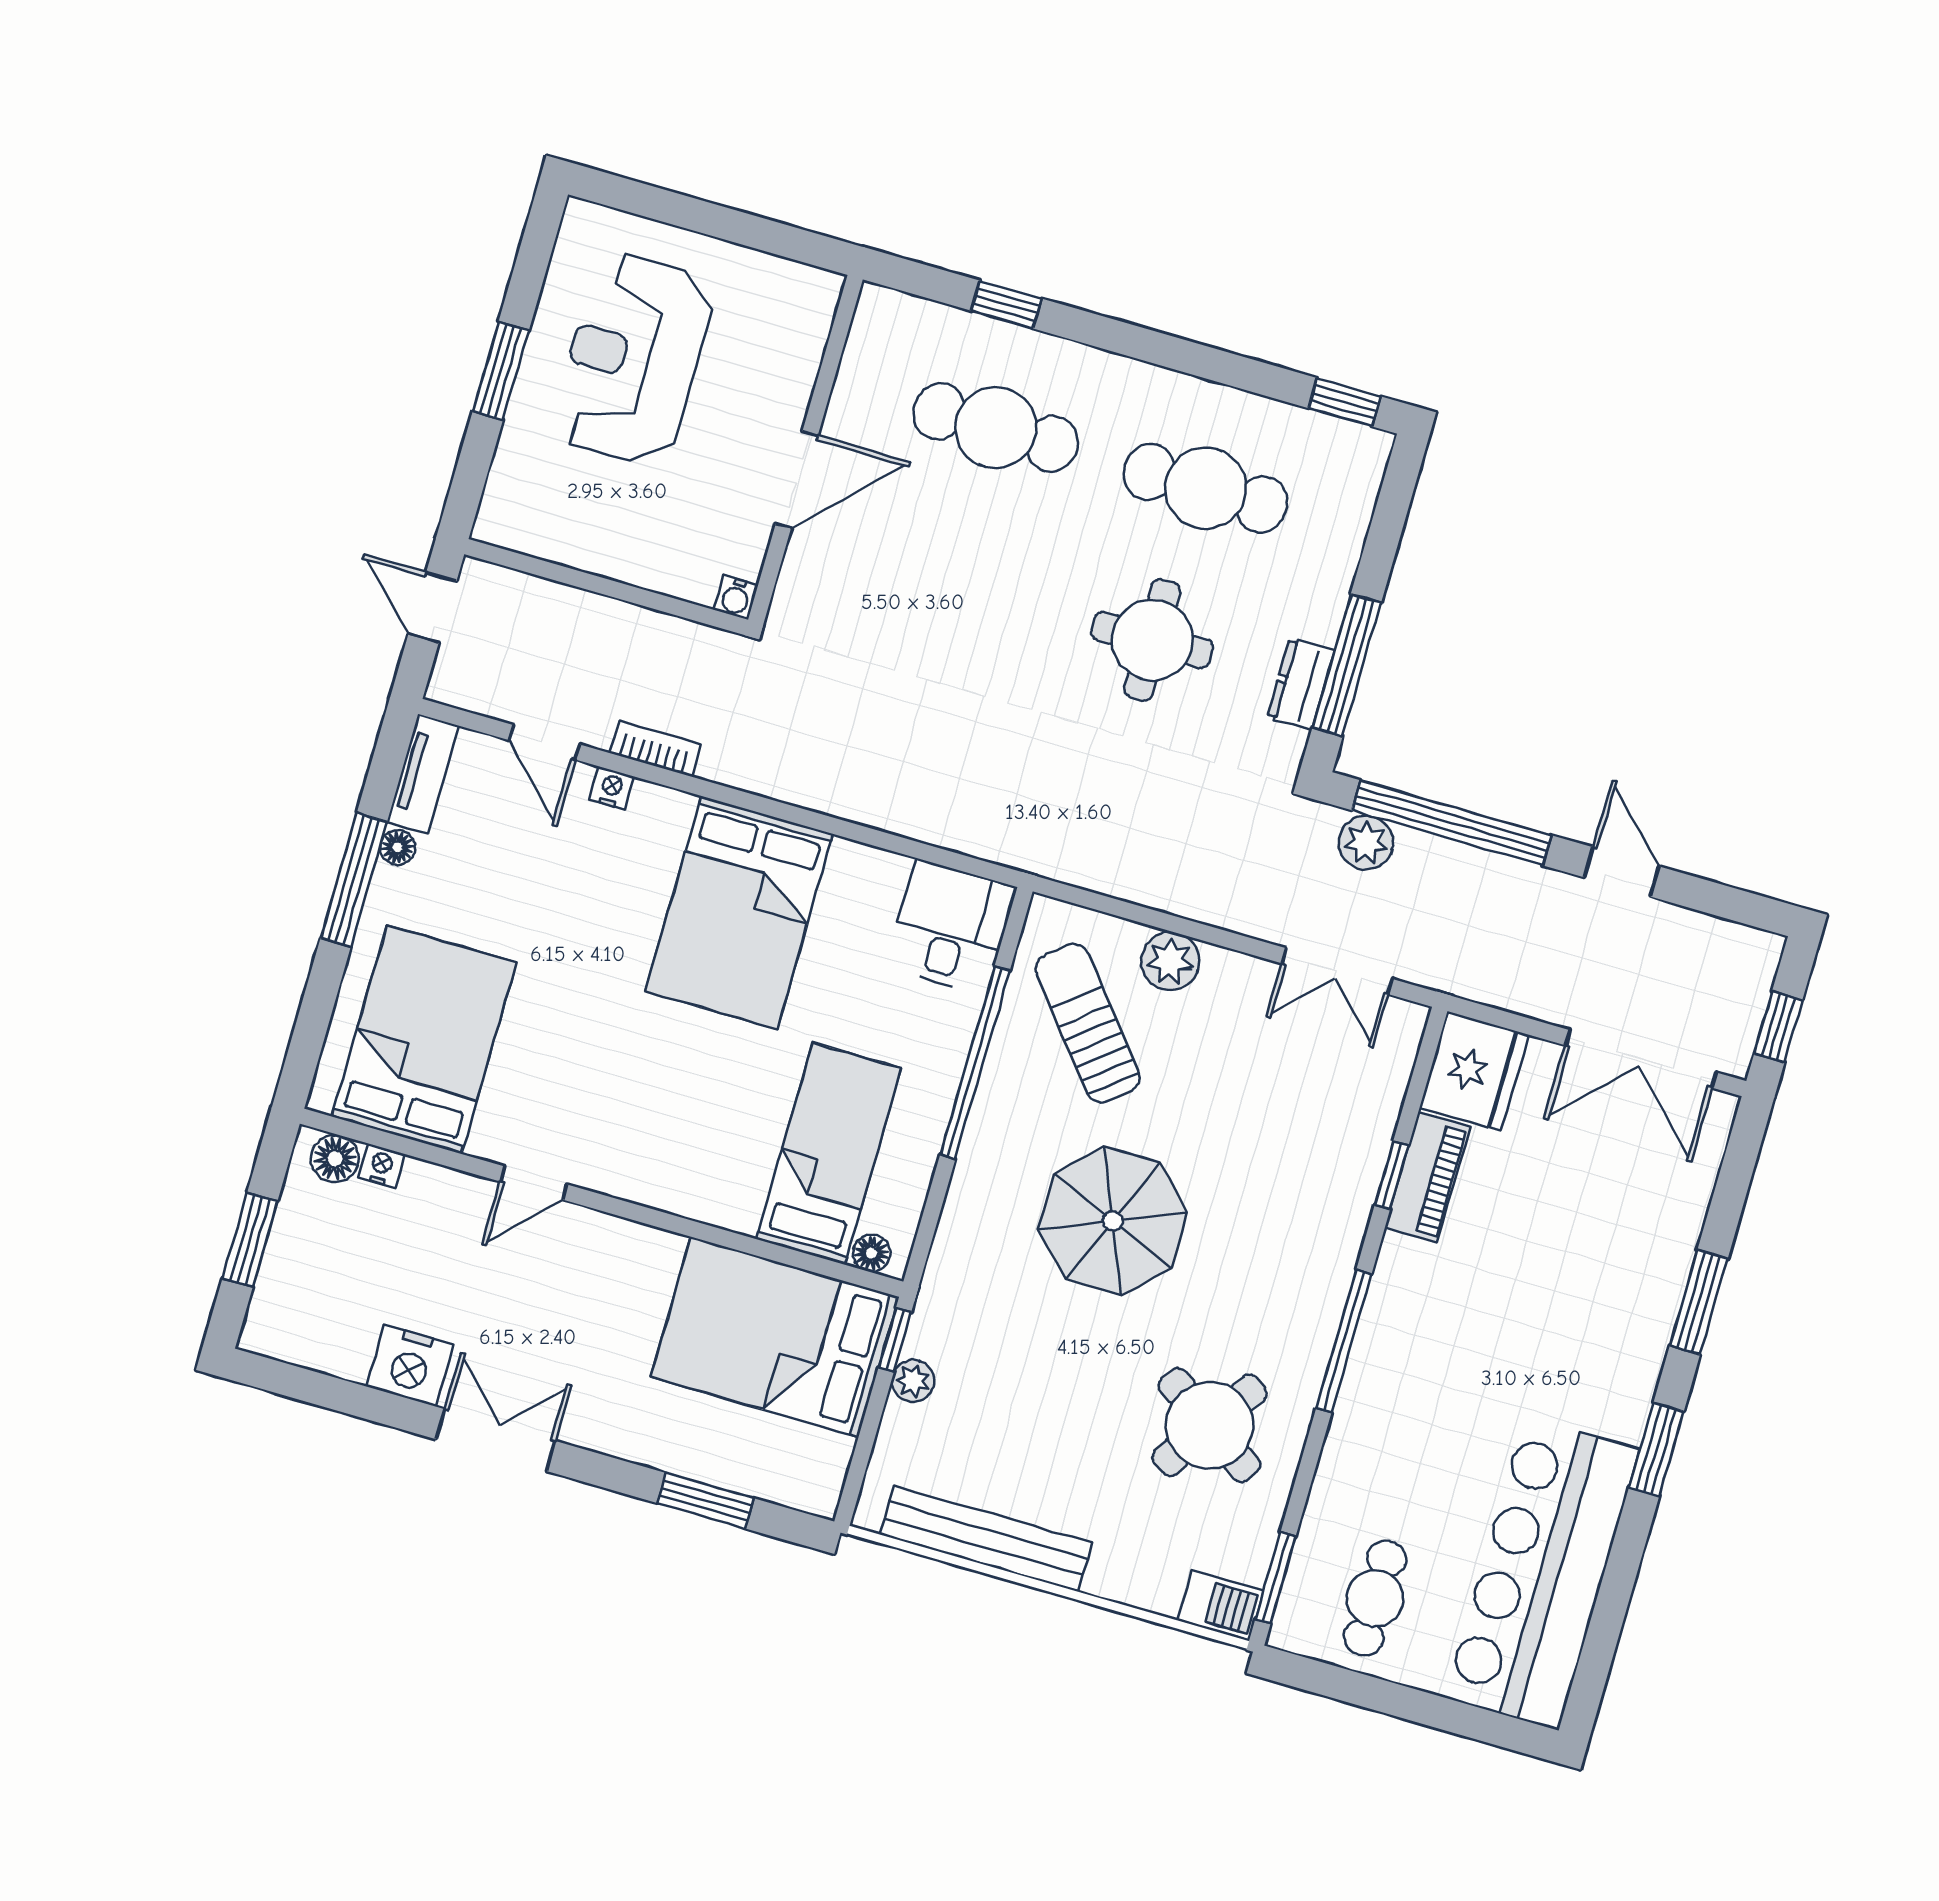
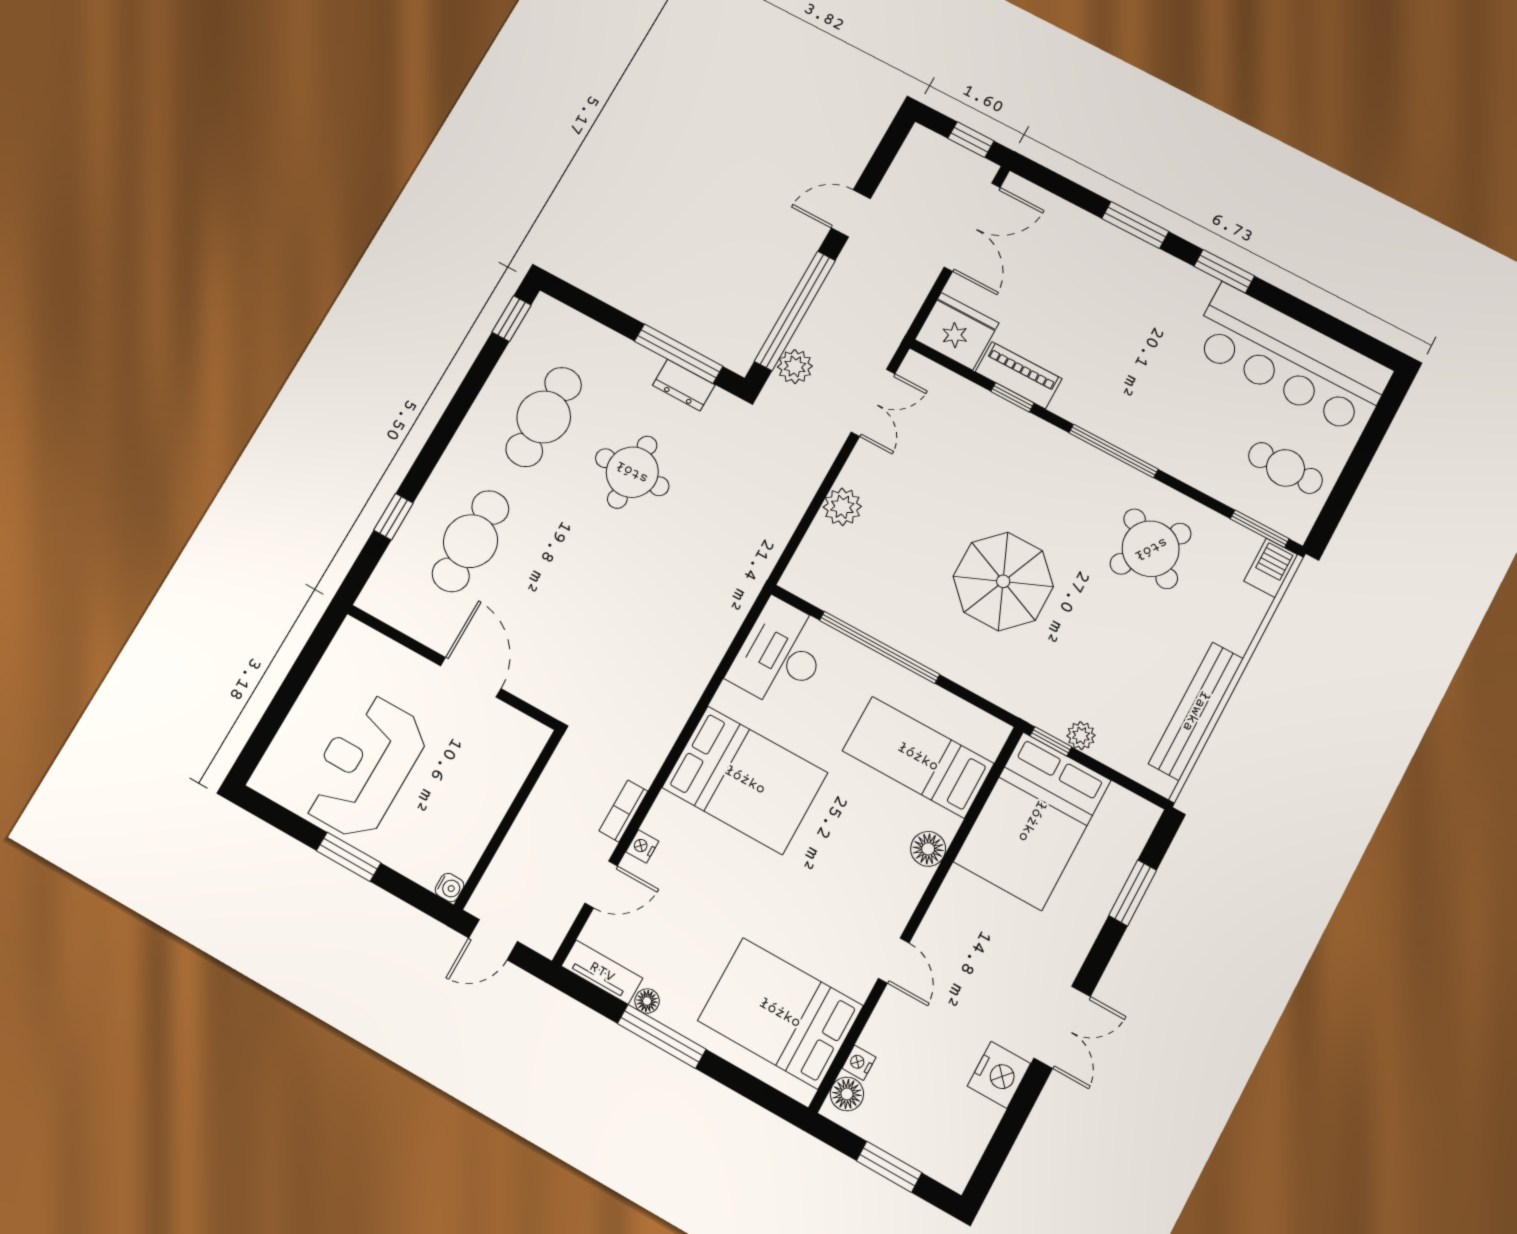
reception desk: (633, 359) -> (364, 767), turned 90
water cooler: (736, 597) -> (450, 888), moved
desk: (951, 927) -> (781, 654), width x1.37
sun lounger: (1088, 1023) -> (870, 569), removed
floor lamp: (871, 1253) -> (928, 849), moved, width x1.37, depth x1.37
double door: (496, 1440) -> (1062, 1027), swing flipped

